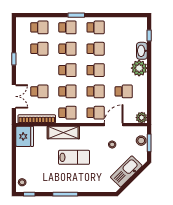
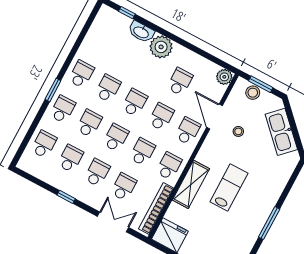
school desk: (39, 70) -> (97, 173), added

